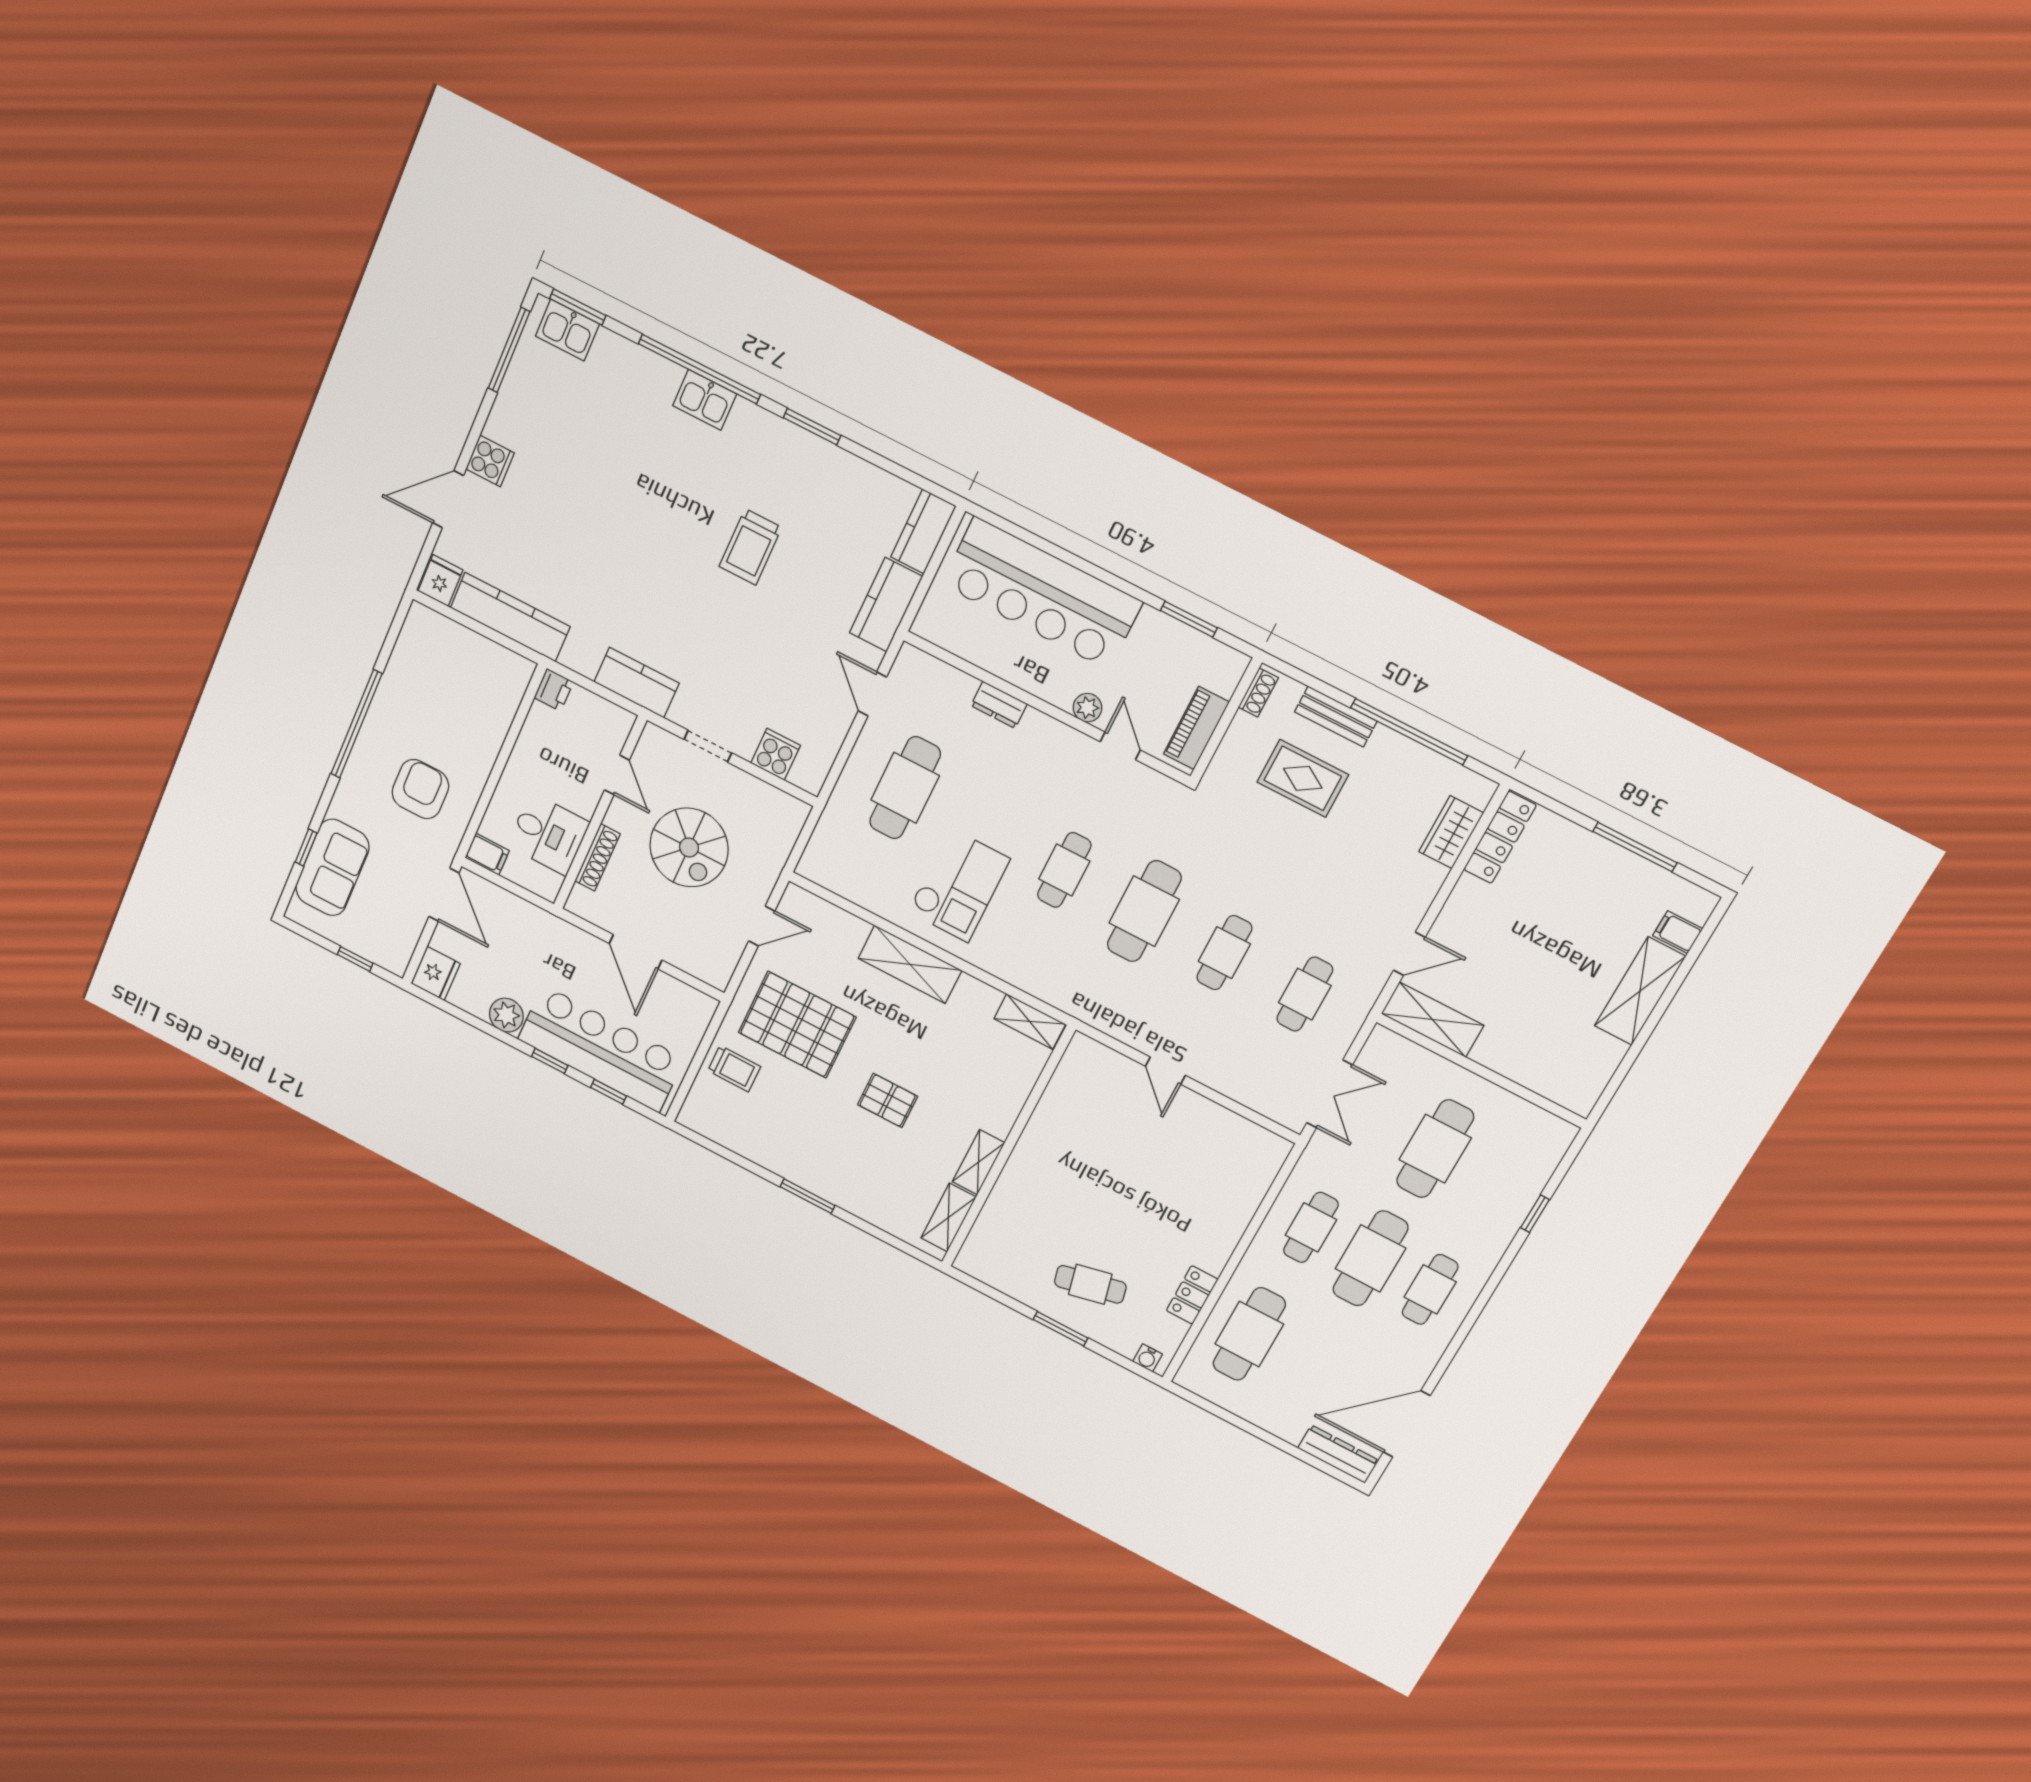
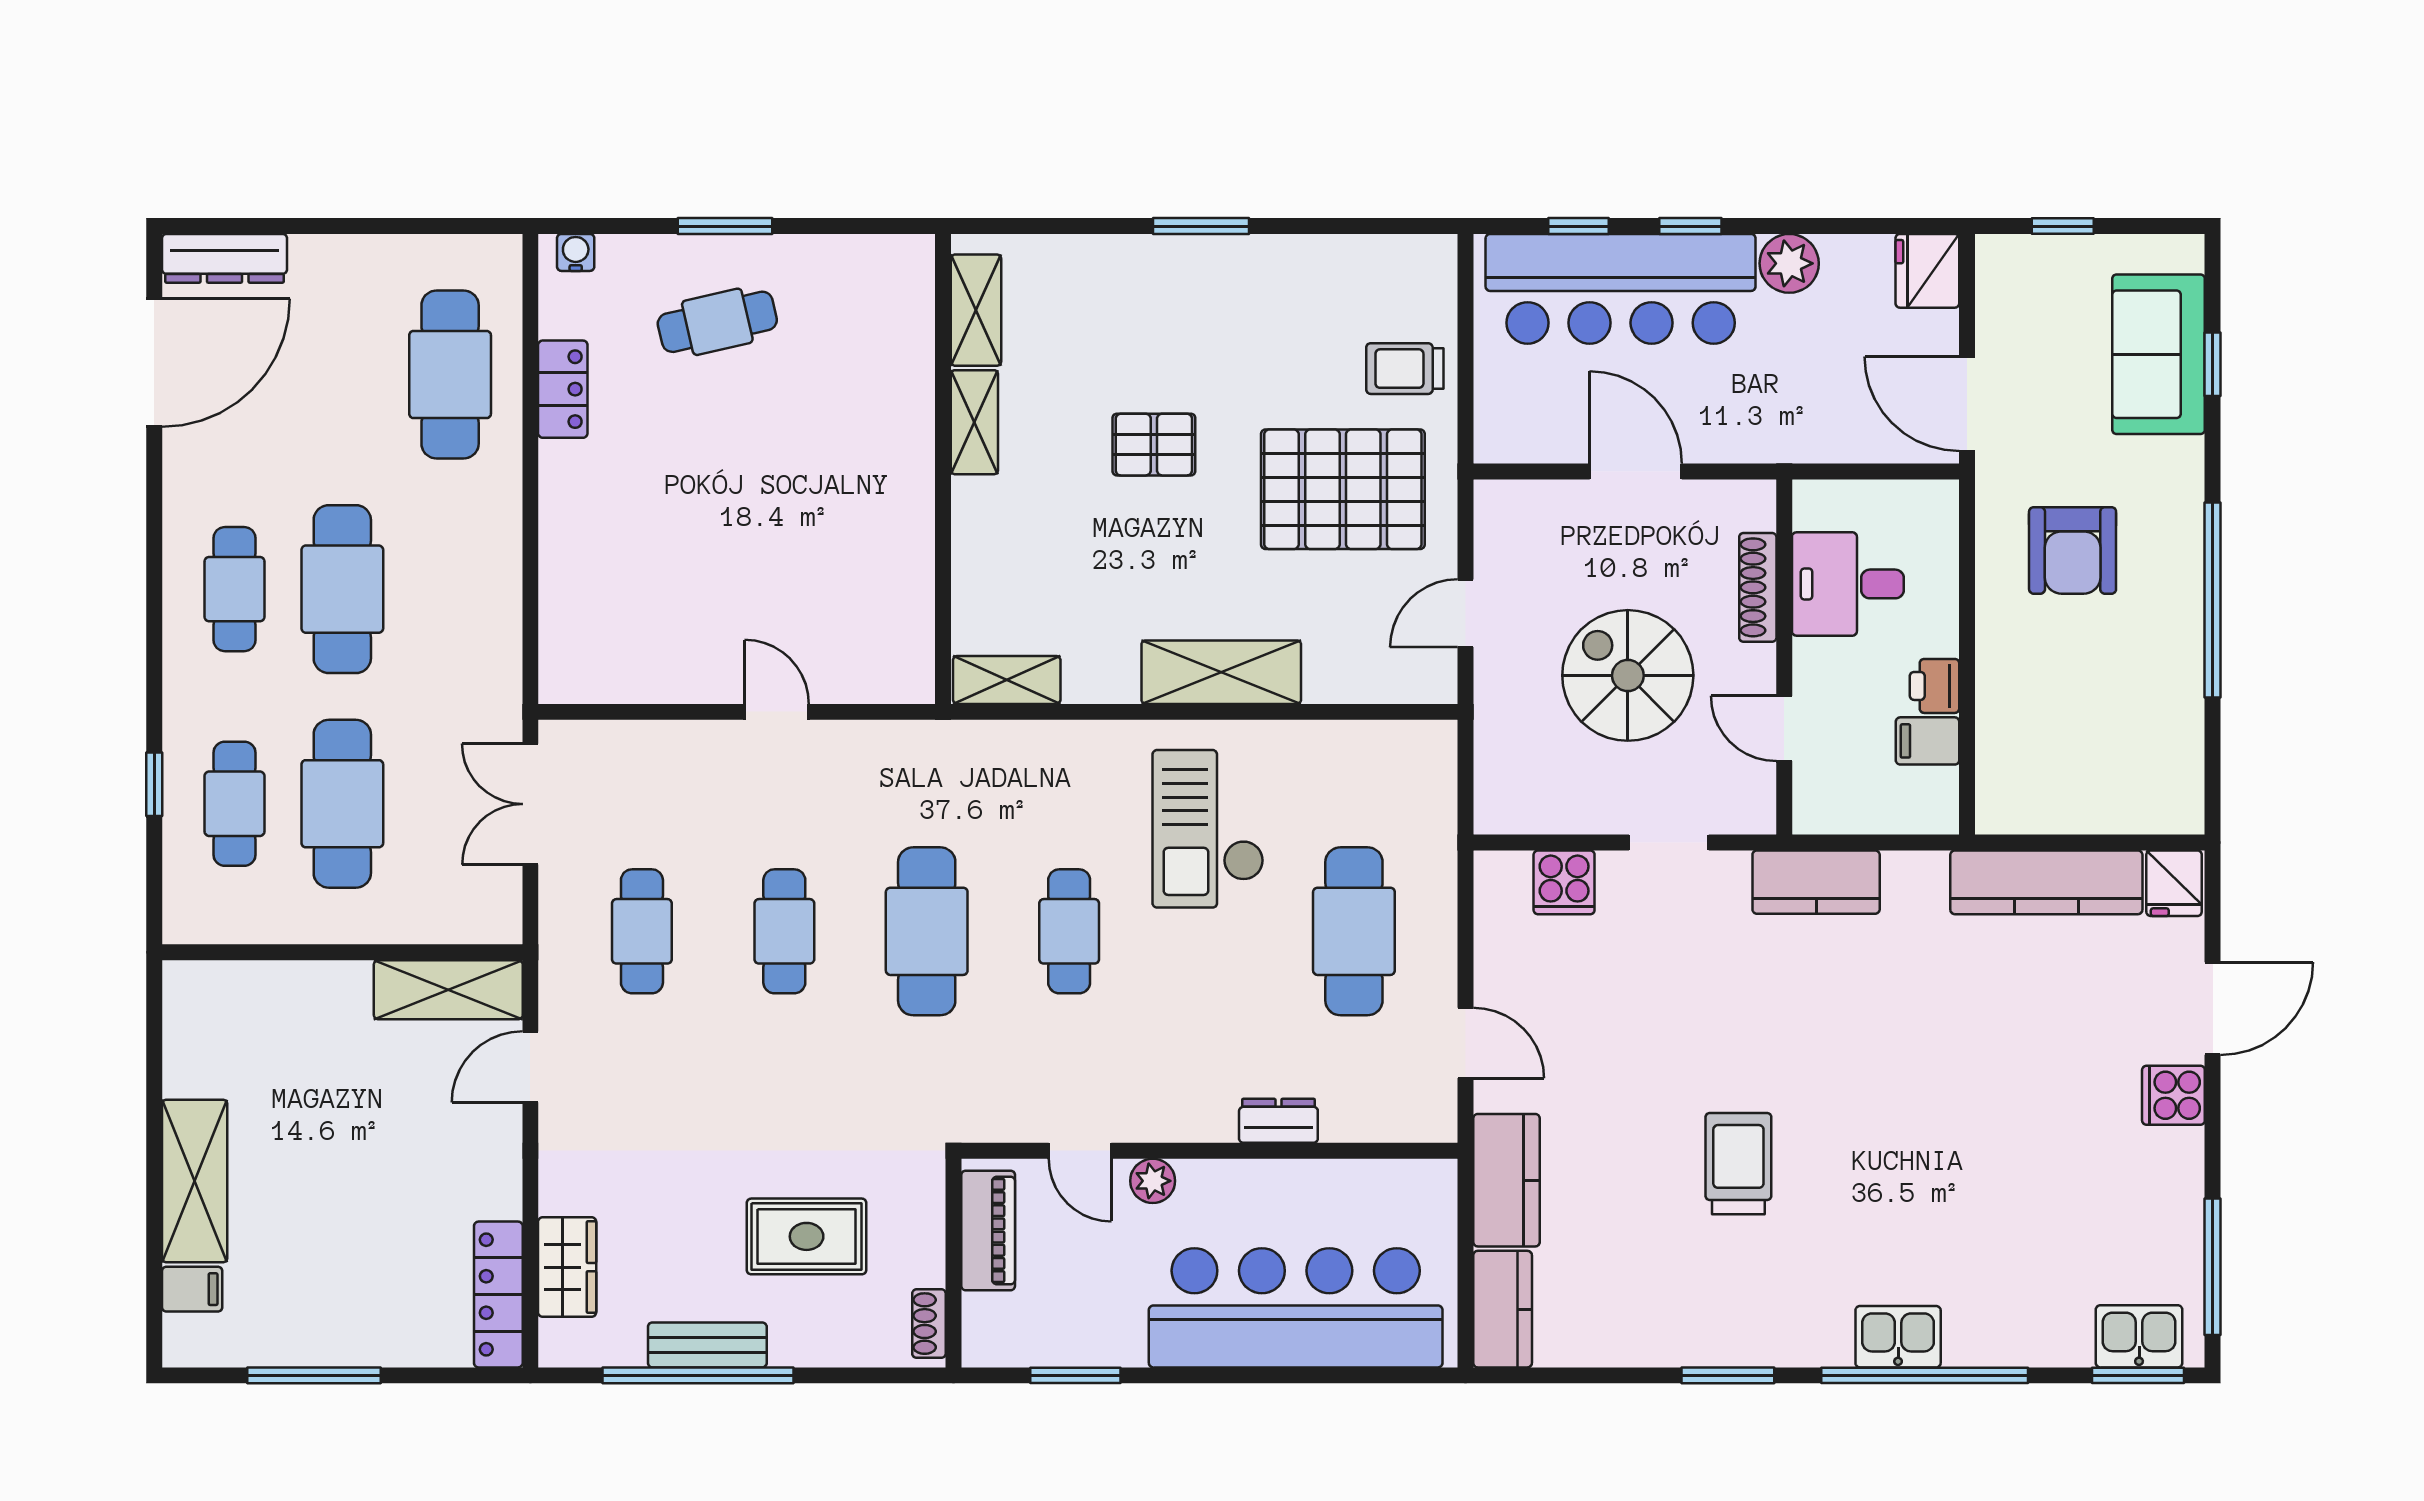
printer: (554, 690) -> (1935, 686), moved
bench: (1336, 717) -> (707, 1345), moved
filing cabinet: (487, 854) -> (1928, 741), moved
cafe table: (1311, 1227) -> (235, 804), moved

